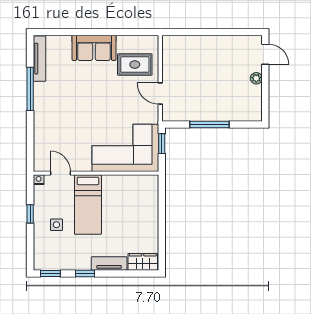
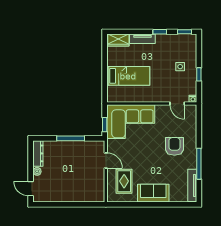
rug: (135, 65) -> (124, 181), turned 90
dresser: (255, 103) -> (38, 153), added
armchair: (64, 113) -> (174, 146), added
bed: (88, 204) -> (128, 76), moved, turned 90

